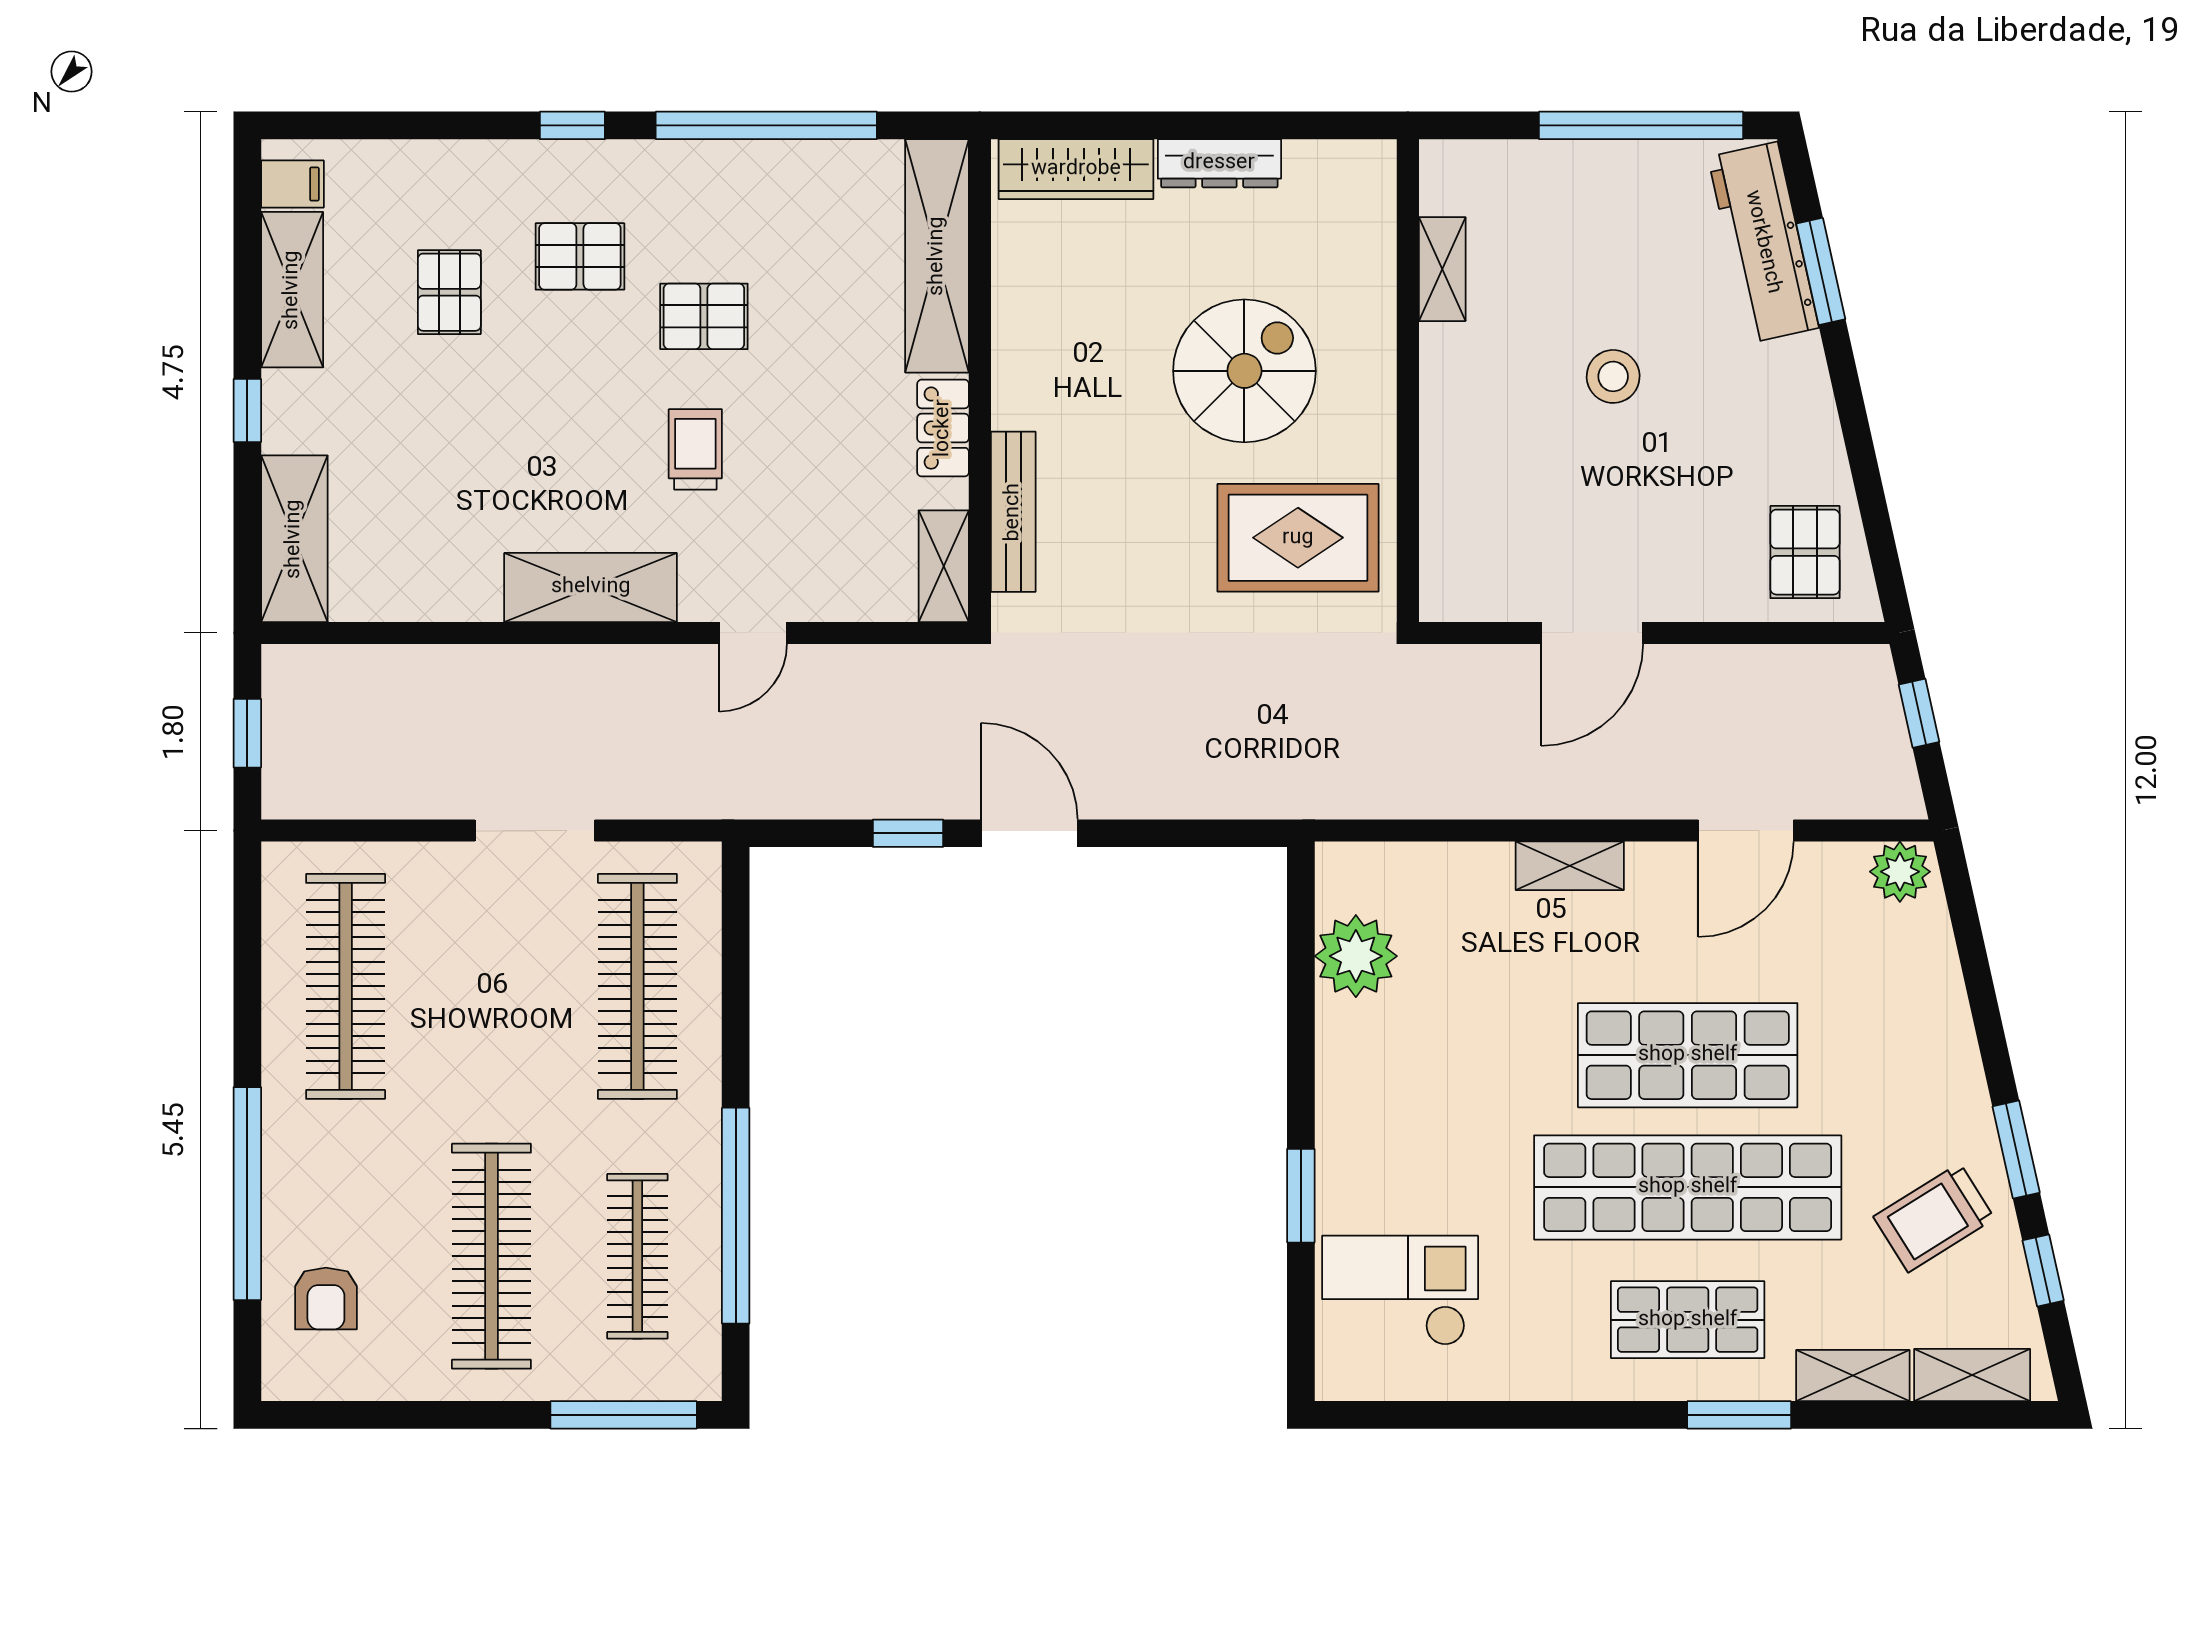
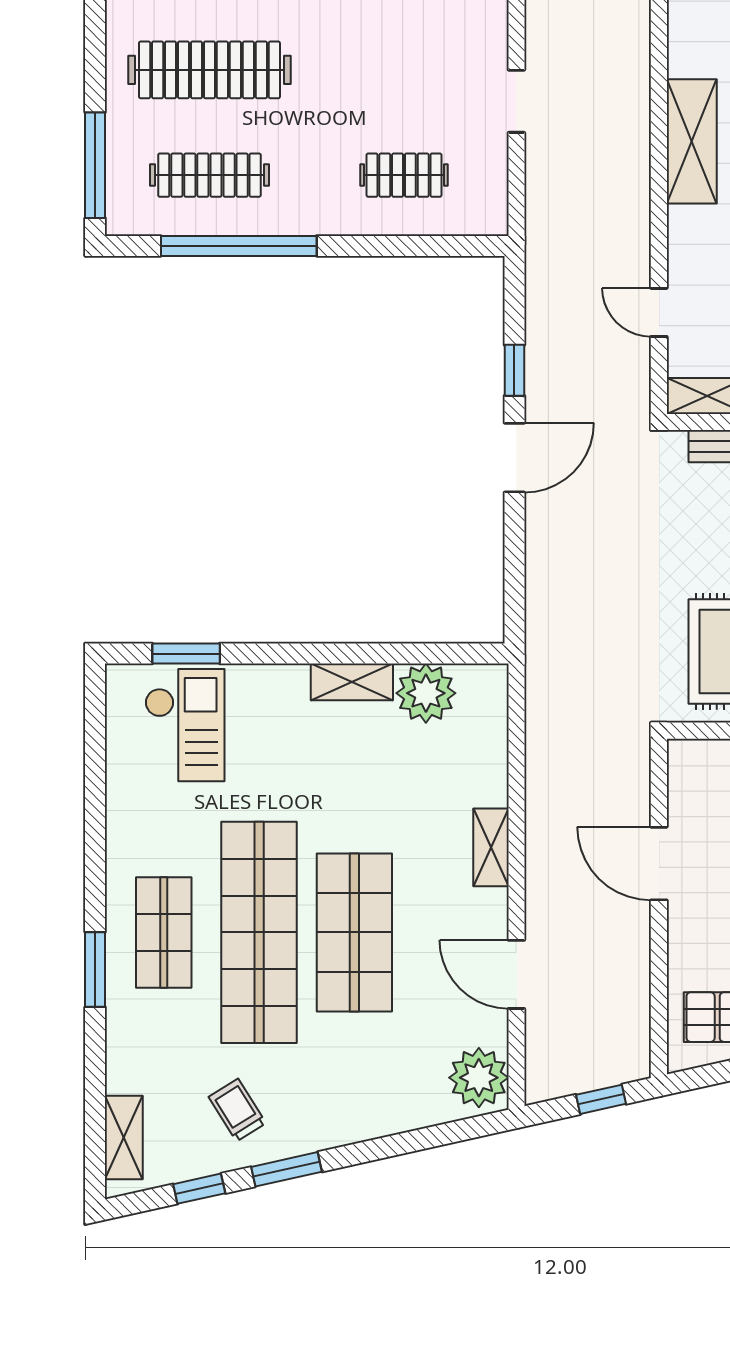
door: (753, 633) -> (659, 312), moved
doorway: (535, 831) -> (516, 101), width x0.73
plant: (1900, 872) -> (479, 1078), width x1.36, depth x1.36
clothes rail: (637, 986) -> (404, 175), width x0.54, depth x0.76
window: (1301, 1196) -> (186, 654), moved
trolley: (1934, 1218) -> (237, 1110), width x0.73, depth x0.72
shelving: (1853, 1376) -> (352, 682), moved, turned 90

